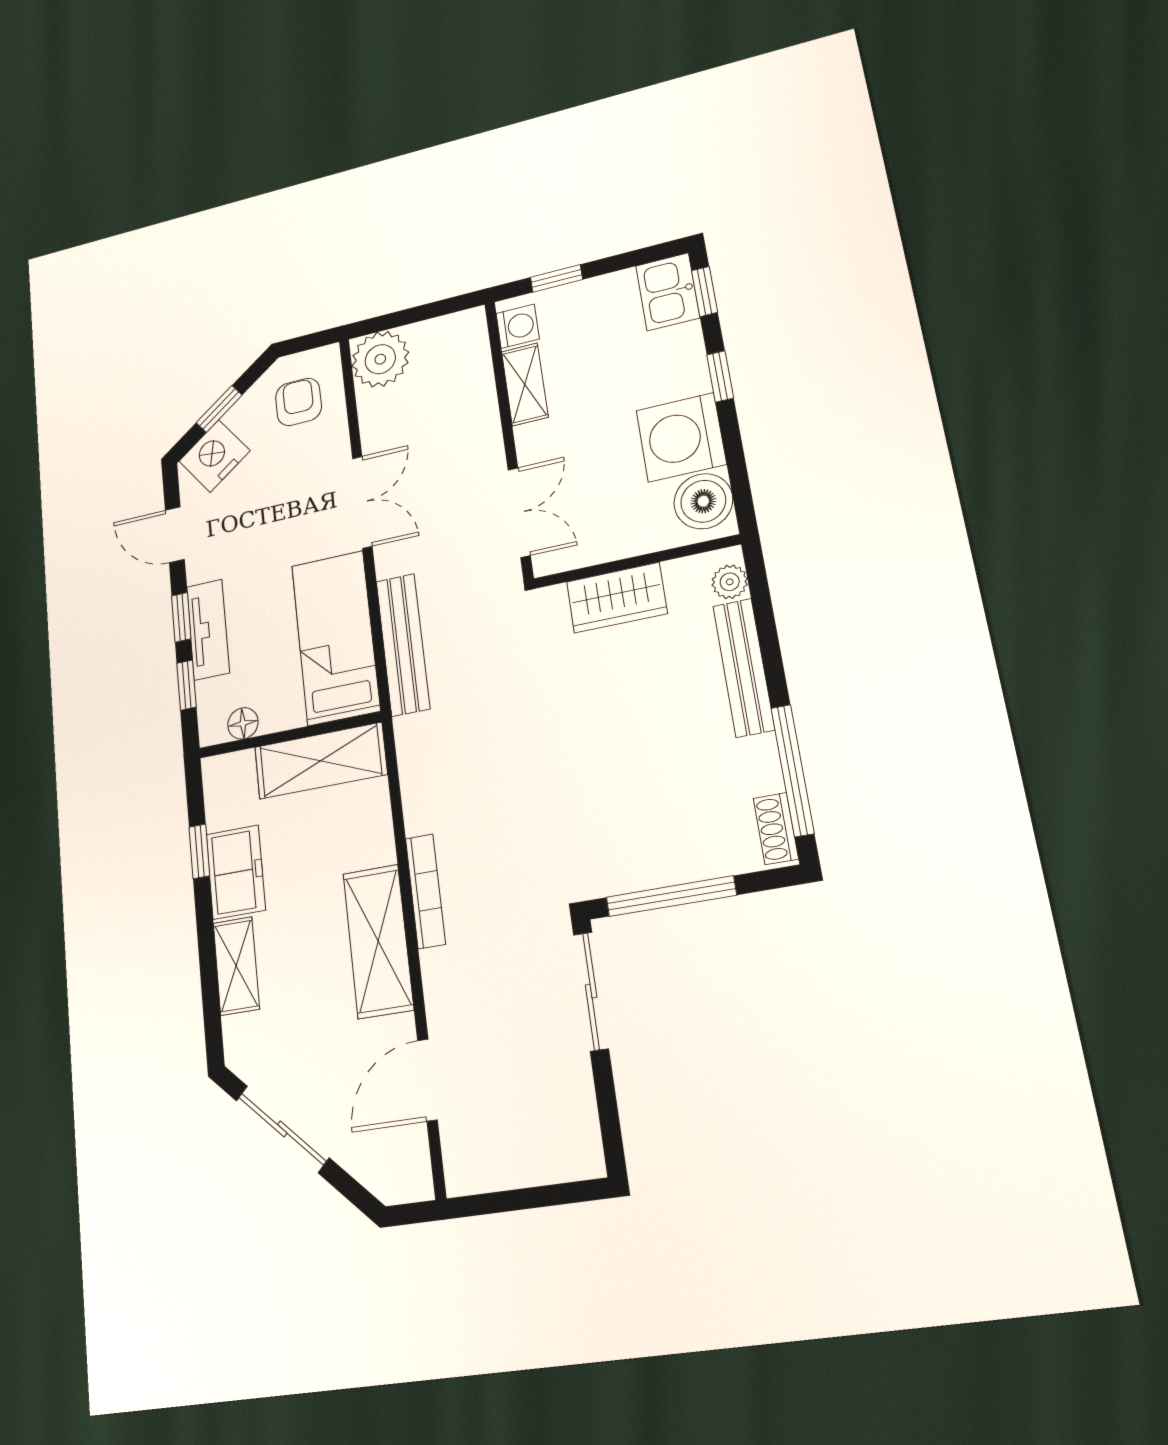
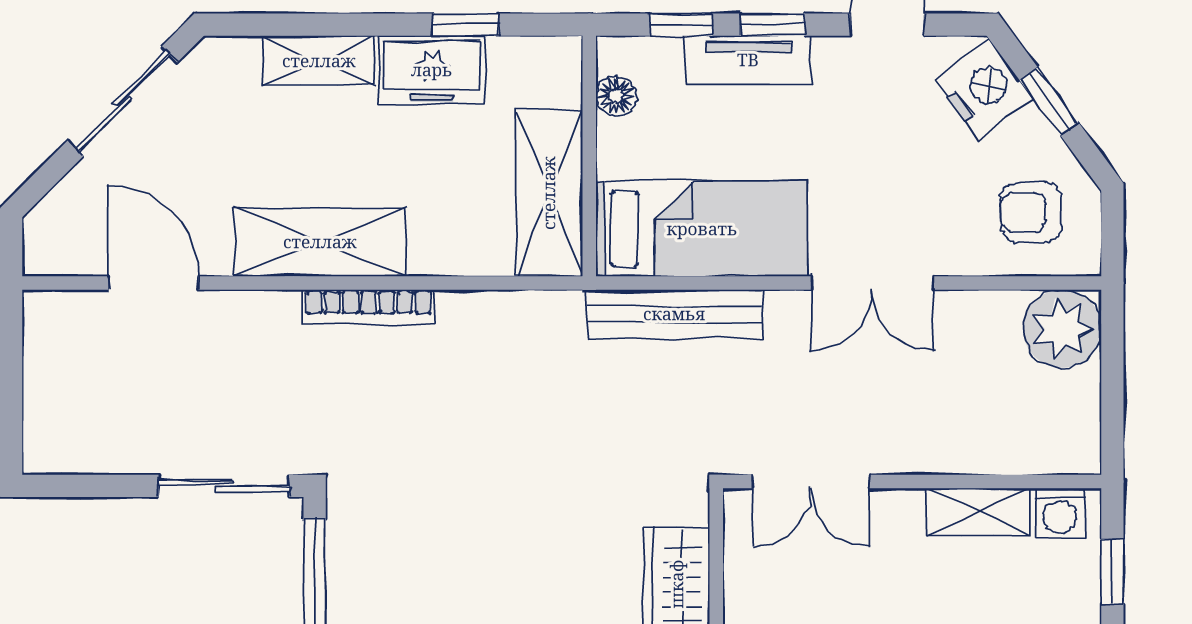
armchair: (299, 402) -> (1031, 212), turned 180

